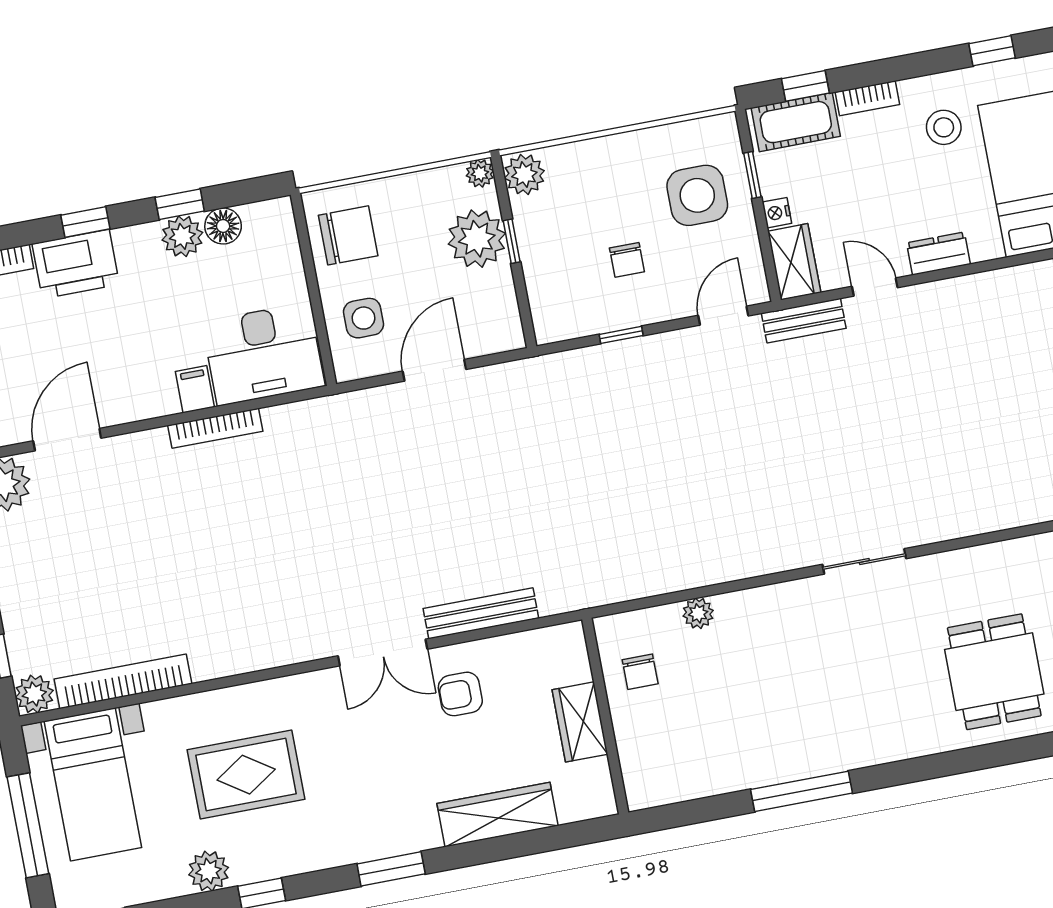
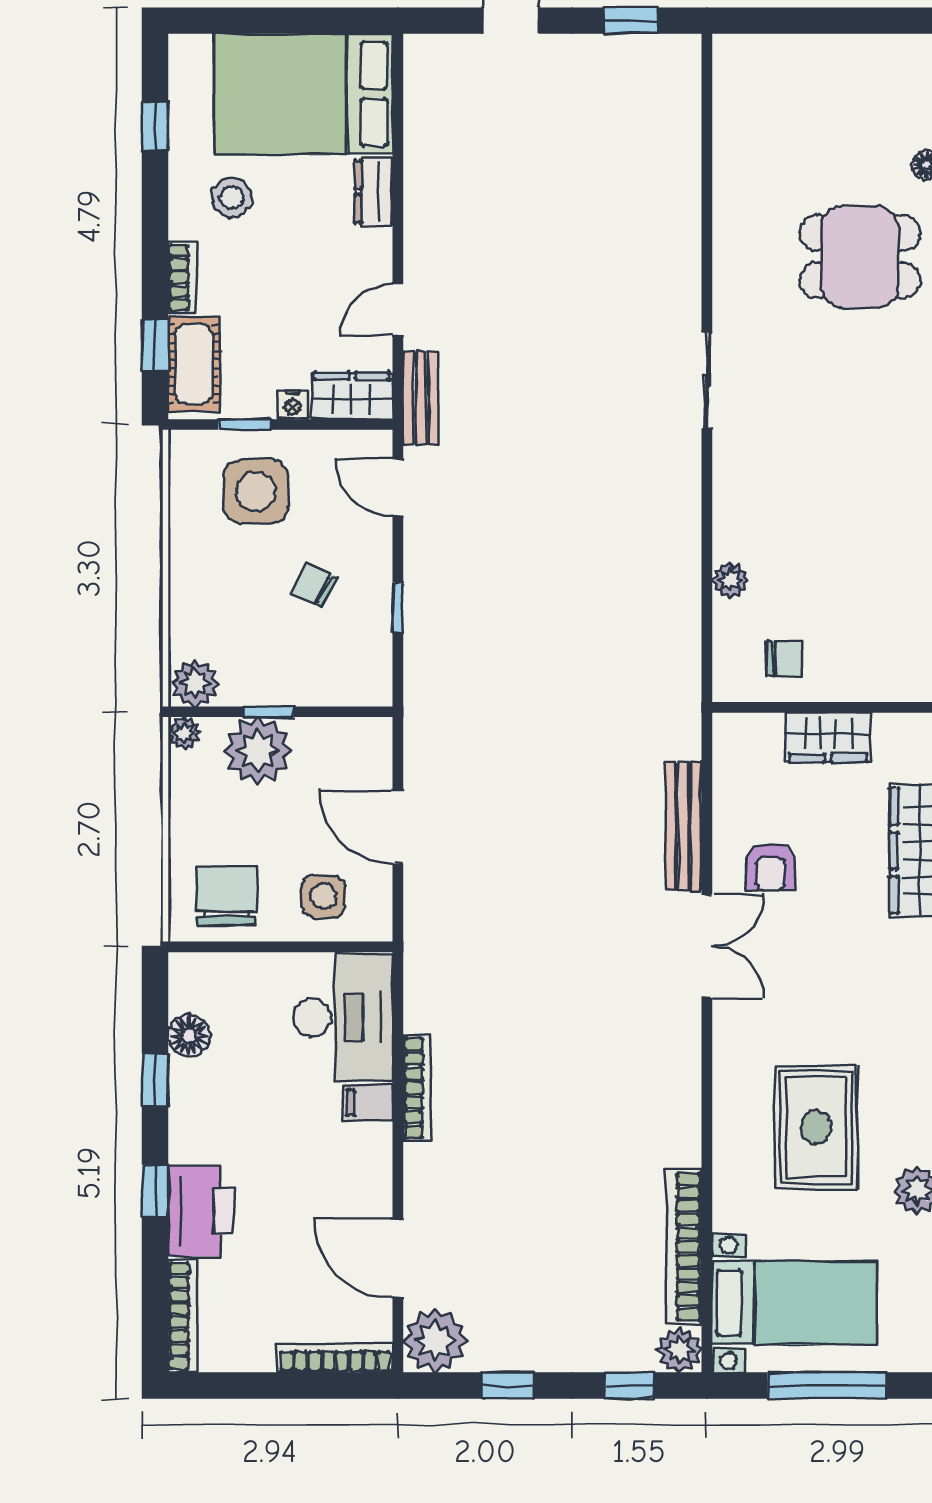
plant: (182, 236) -> (192, 1084), removed
dresser: (938, 254) -> (374, 192), moved
chair: (627, 260) -> (314, 585), turned -153

